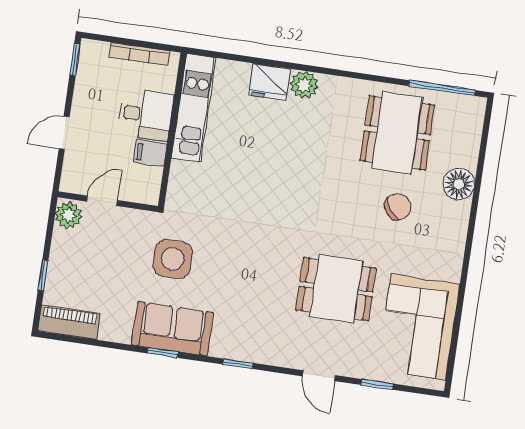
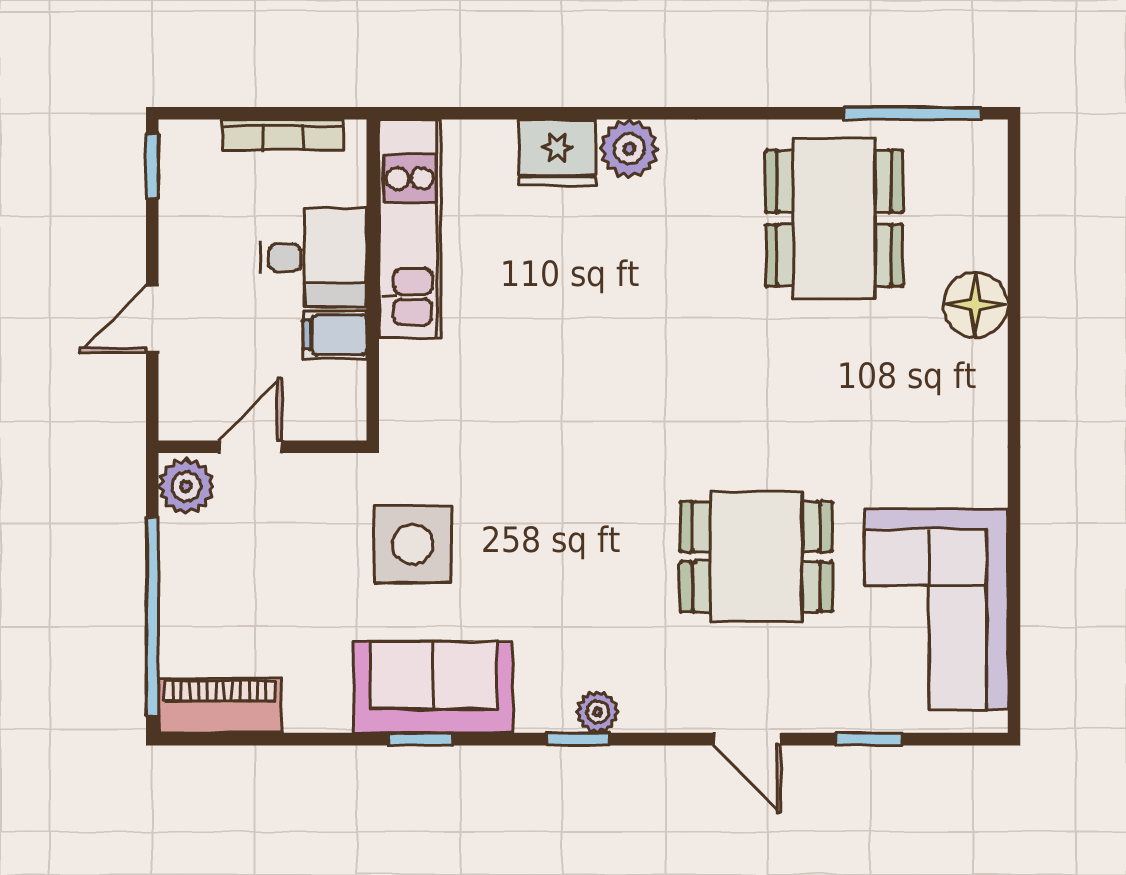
chair: (398, 206) -> (858, 369), removed
window: (43, 275) -> (152, 617), width x3.17
plant: (249, 352) -> (597, 712), added

